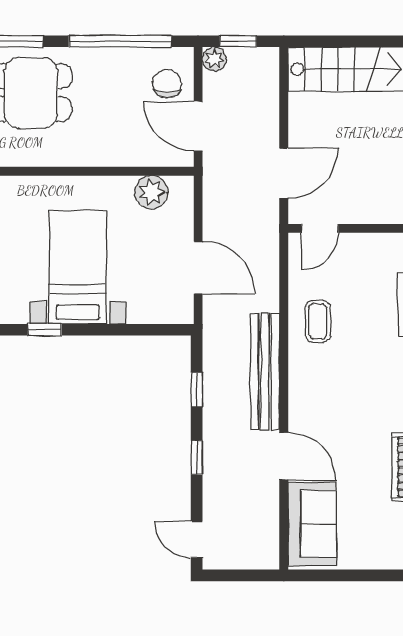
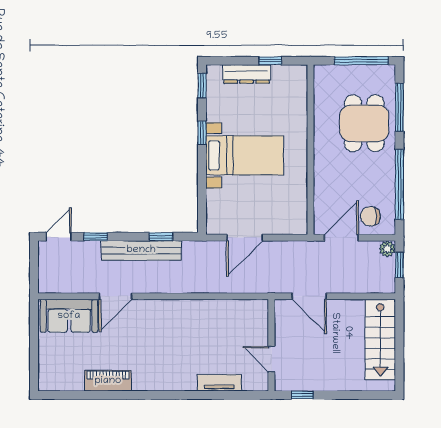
chair: (167, 84) -> (370, 216), turned 180
plant: (151, 192) -> (296, 206), removed
door: (320, 228) -> (271, 359), moved
coffee table: (318, 321) -> (208, 319), removed
bench: (265, 372) -> (141, 250), moved
window: (197, 458) -> (96, 237), moved

